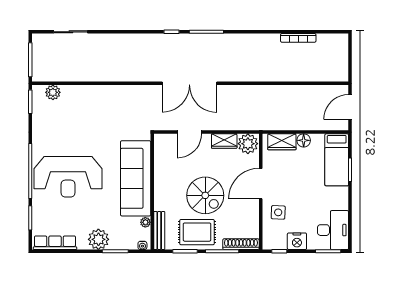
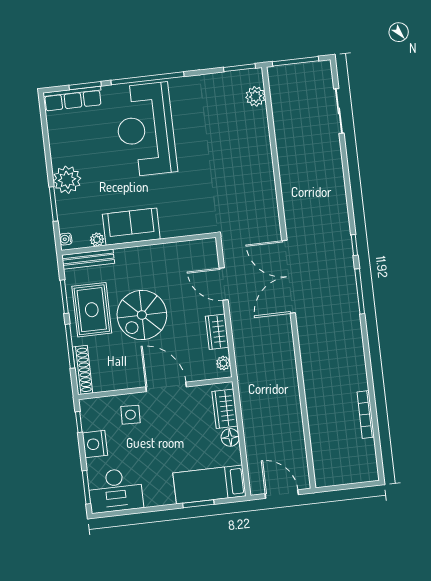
plant: (248, 144) -> (223, 363), width x0.53, depth x0.53
sofa: (136, 178) -> (131, 227), width x0.54, depth x0.79
row of seats: (55, 243) -> (73, 99), moved, turned 90

